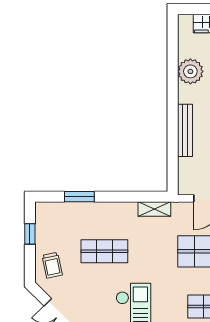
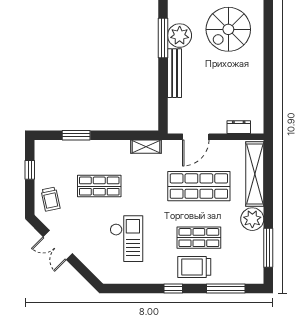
plant: (190, 71) -> (180, 36), moved
window: (173, 93) -> (163, 38), added

